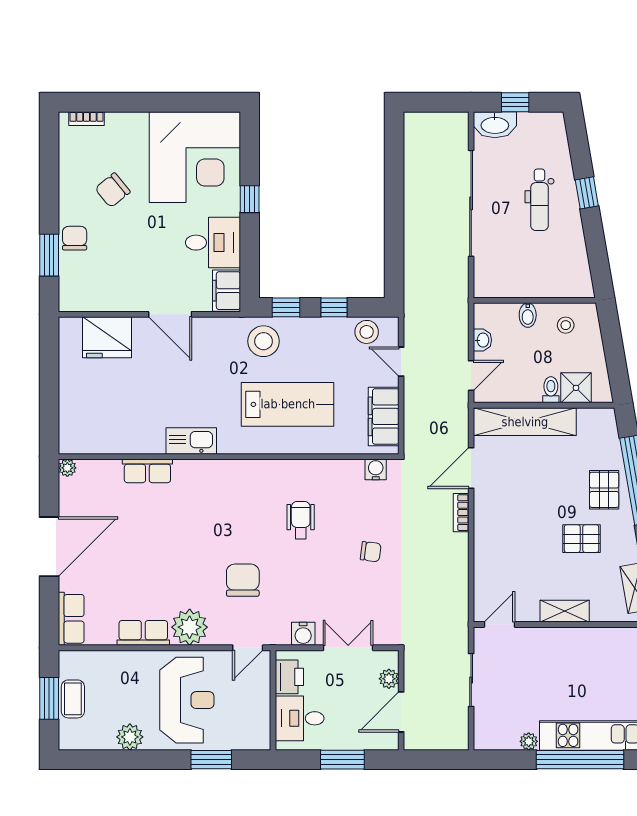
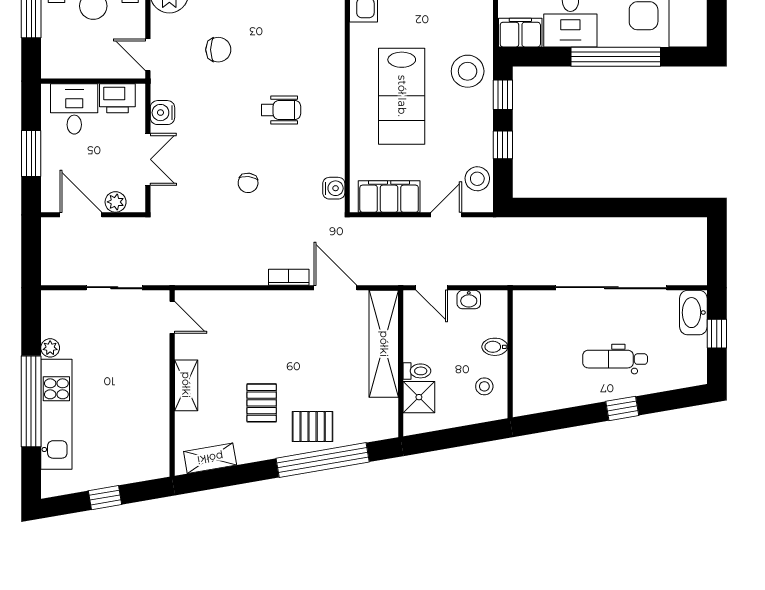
window: (250, 199) -> (616, 57), width x3.17
chair: (243, 580) -> (218, 50), width x0.73, depth x0.73

